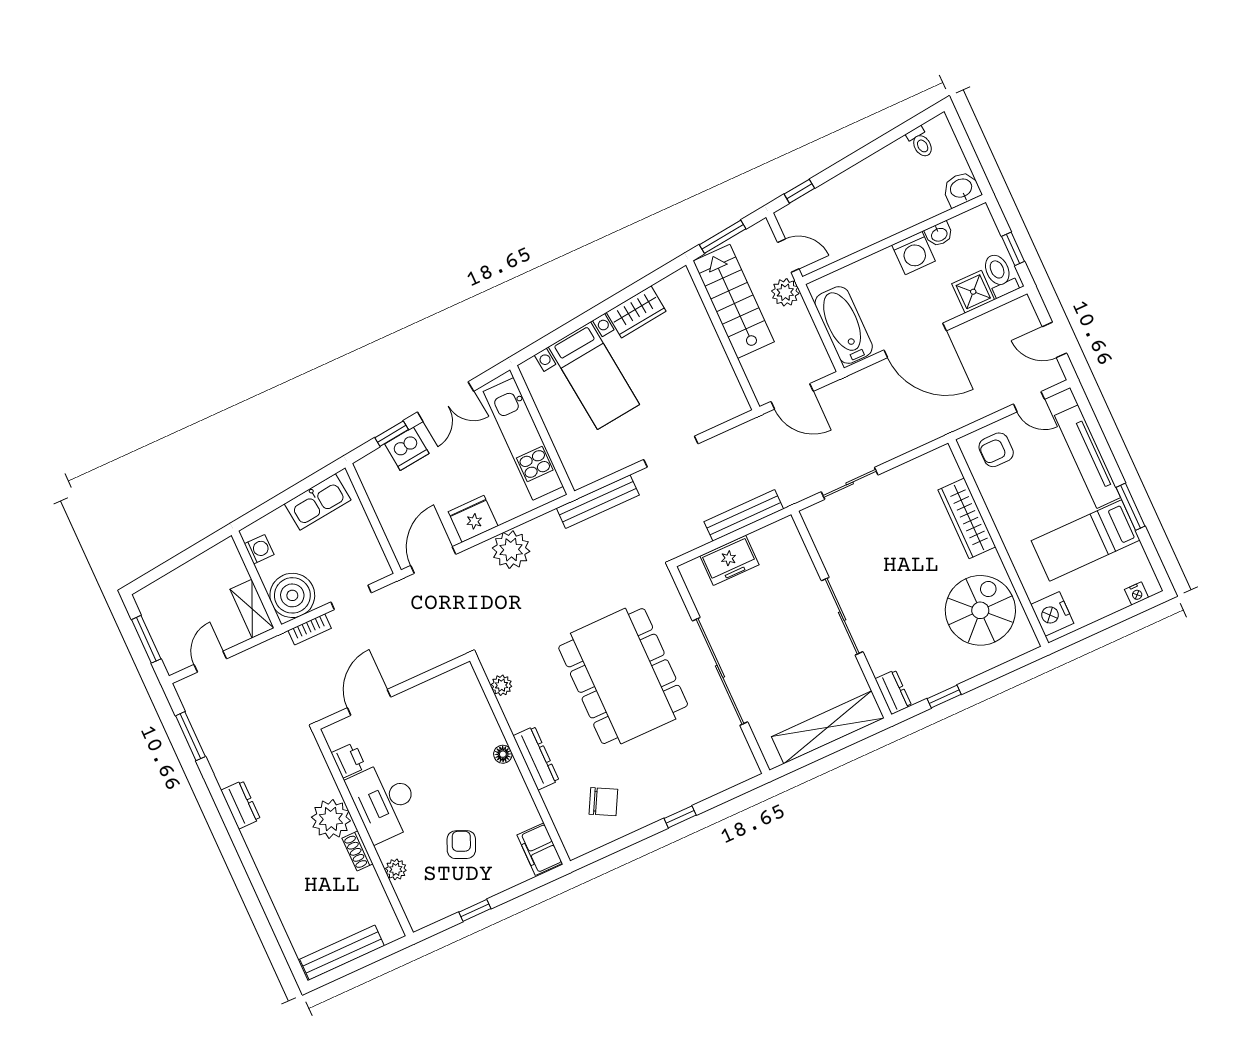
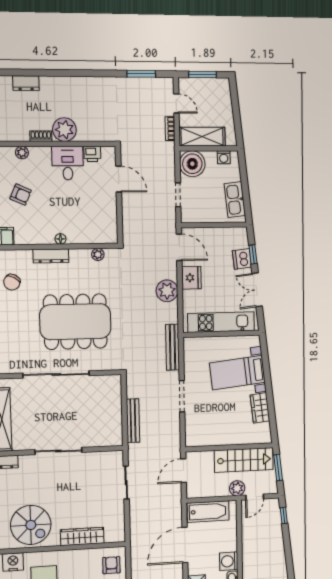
freezer: (729, 560) -> (113, 404), removed
shelving: (252, 609) -> (202, 137), width x1.50, depth x1.33
bookcase: (310, 629) -> (170, 129), moved
desk: (384, 801) -> (68, 163), width x0.73
dresser: (241, 805) -> (26, 83), moved

